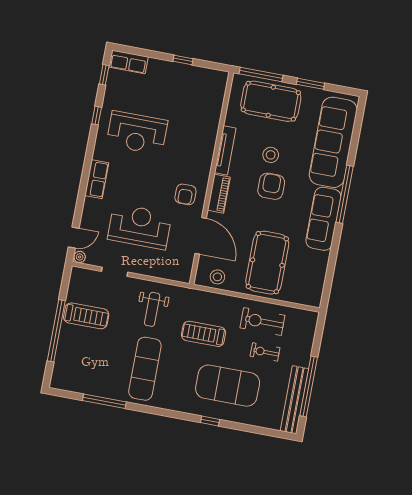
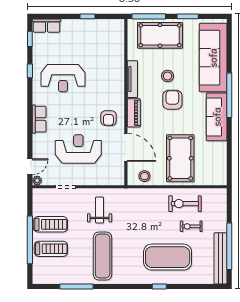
weight bench: (152, 309) -> (100, 210), turned 180
treadmill: (204, 334) -> (51, 249), moved, turned 180

